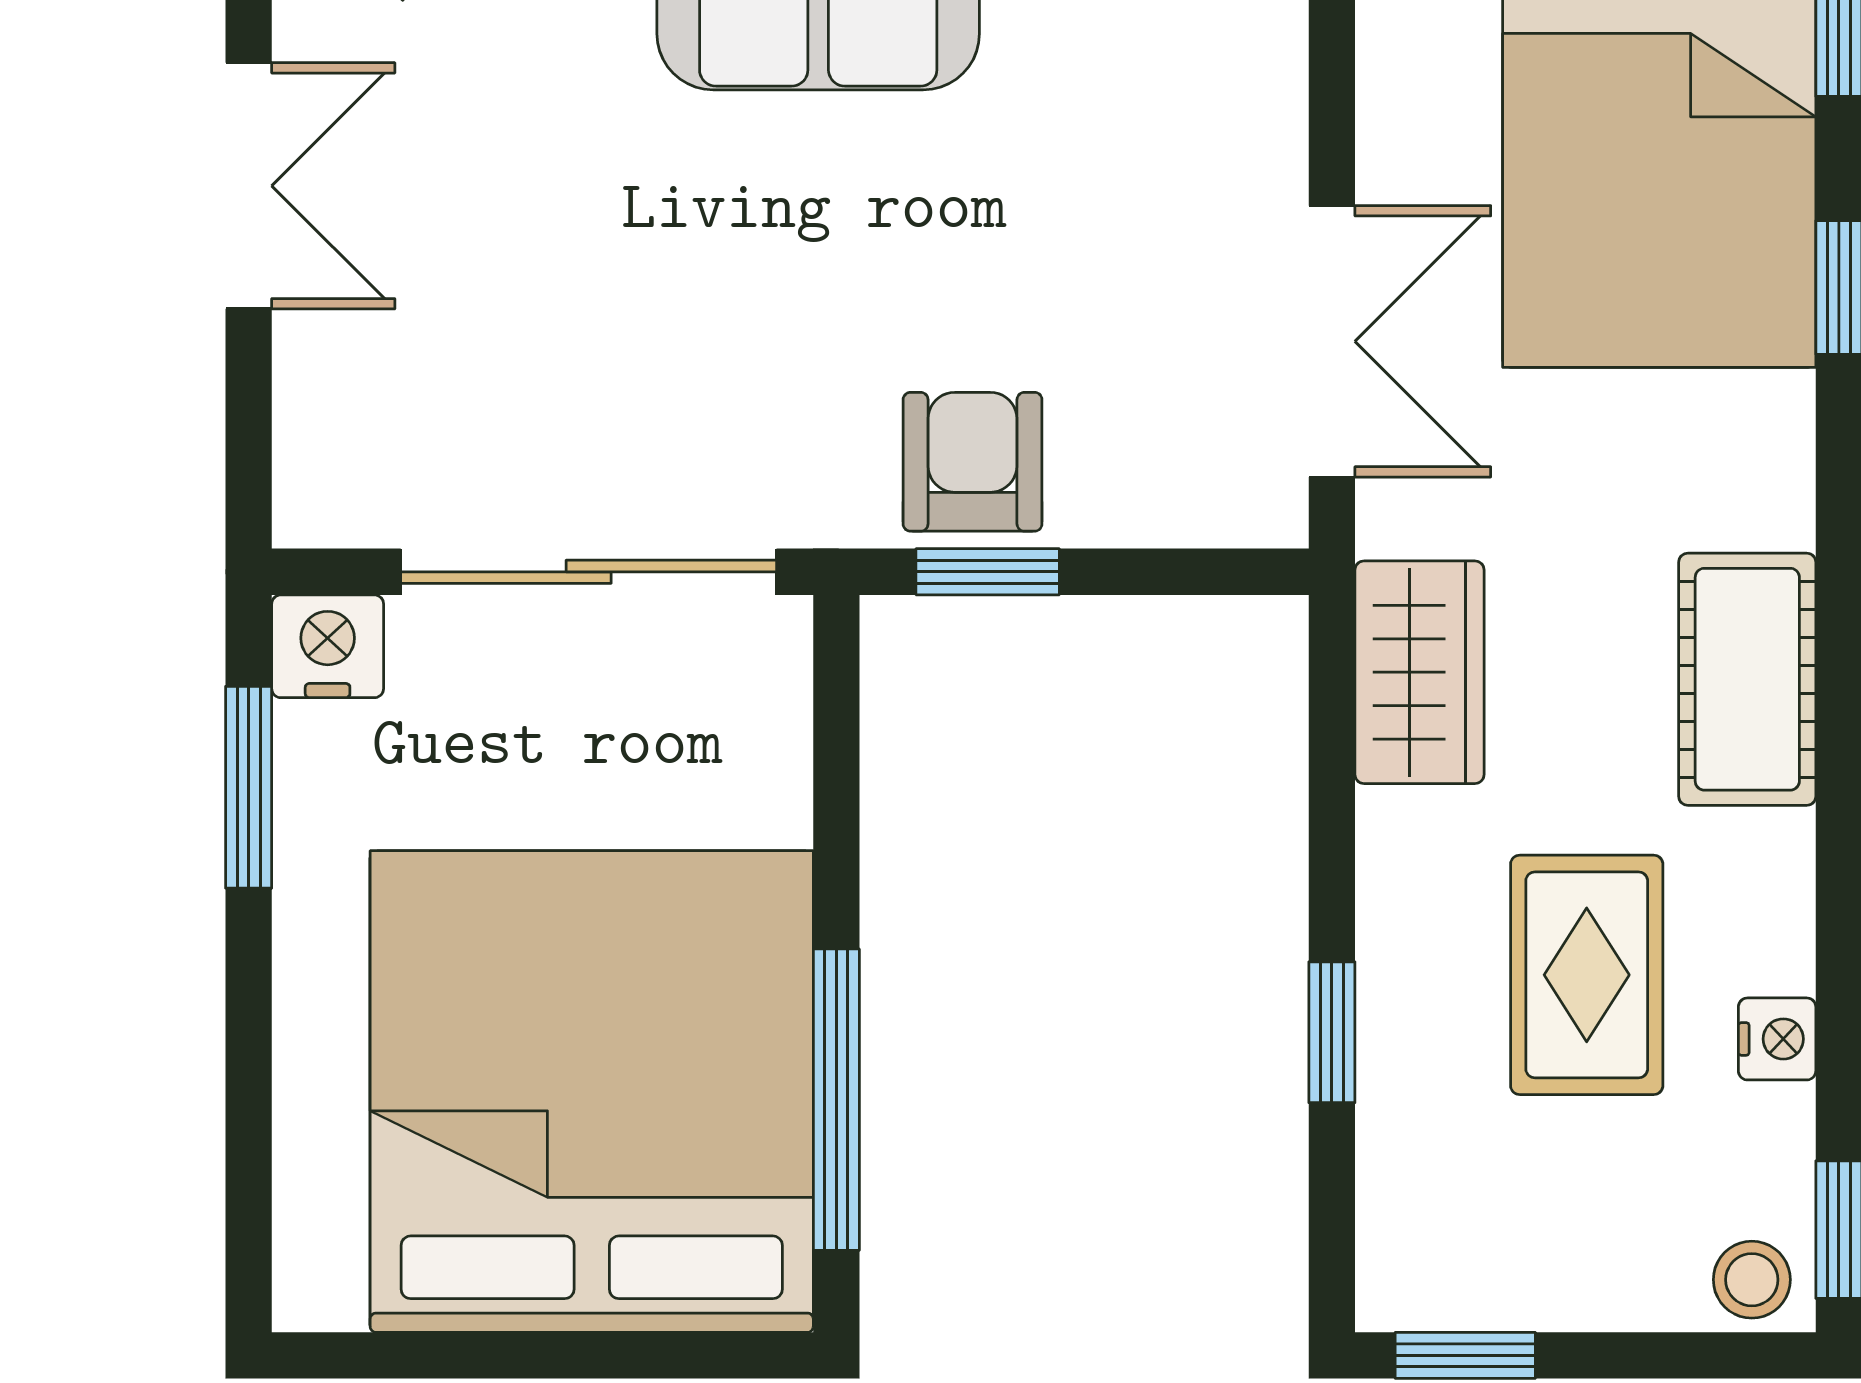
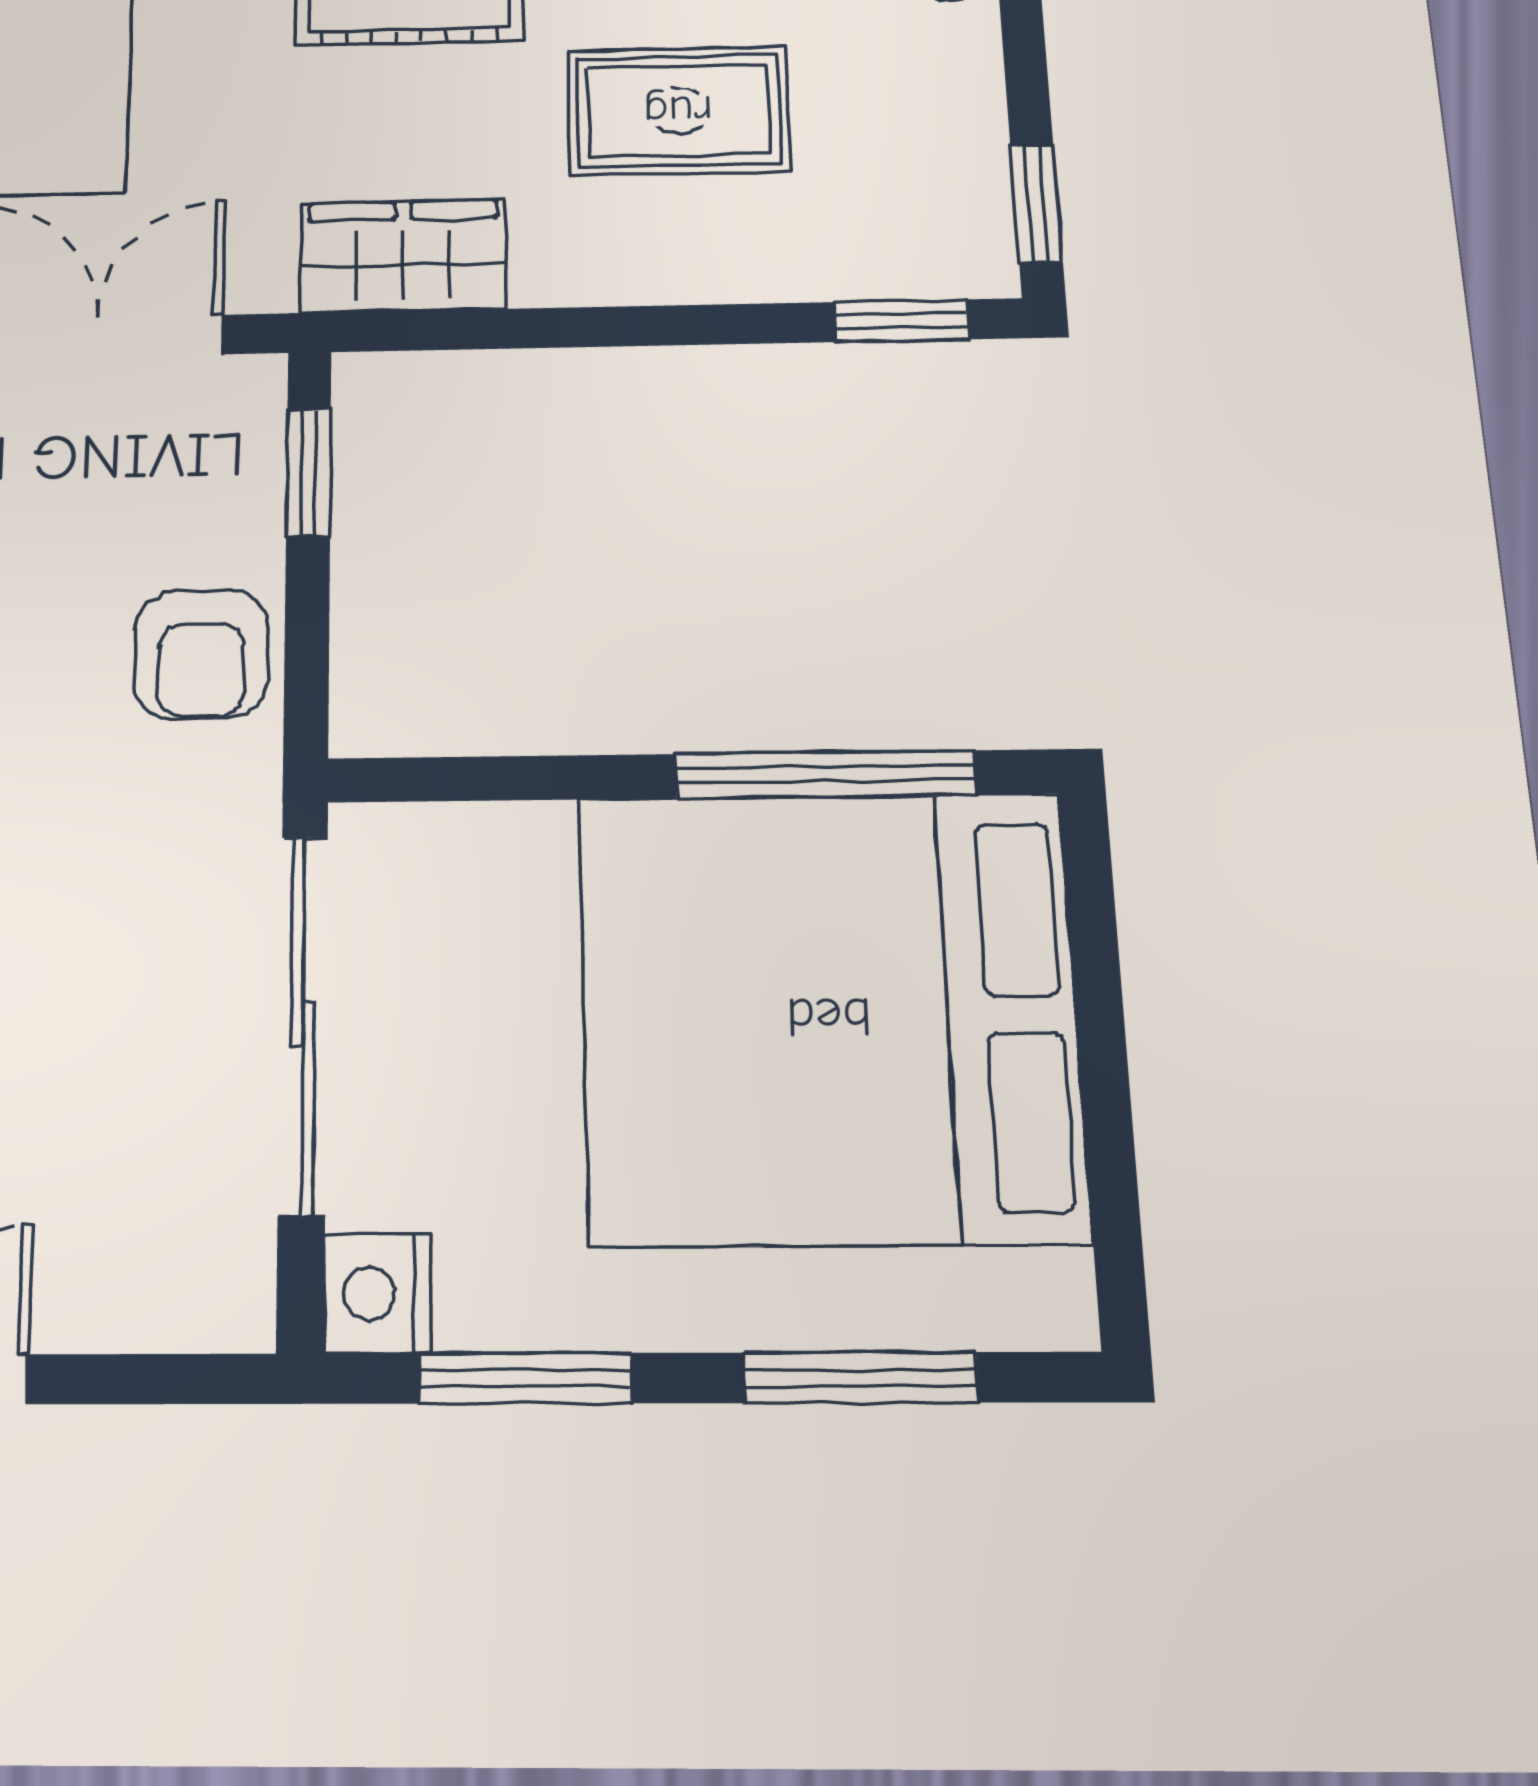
armchair: (973, 462) -> (201, 654), turned -90
window: (988, 572) -> (309, 473), moved
window: (1332, 1032) -> (901, 321), moved
window: (249, 1105) -> (860, 1378), added

